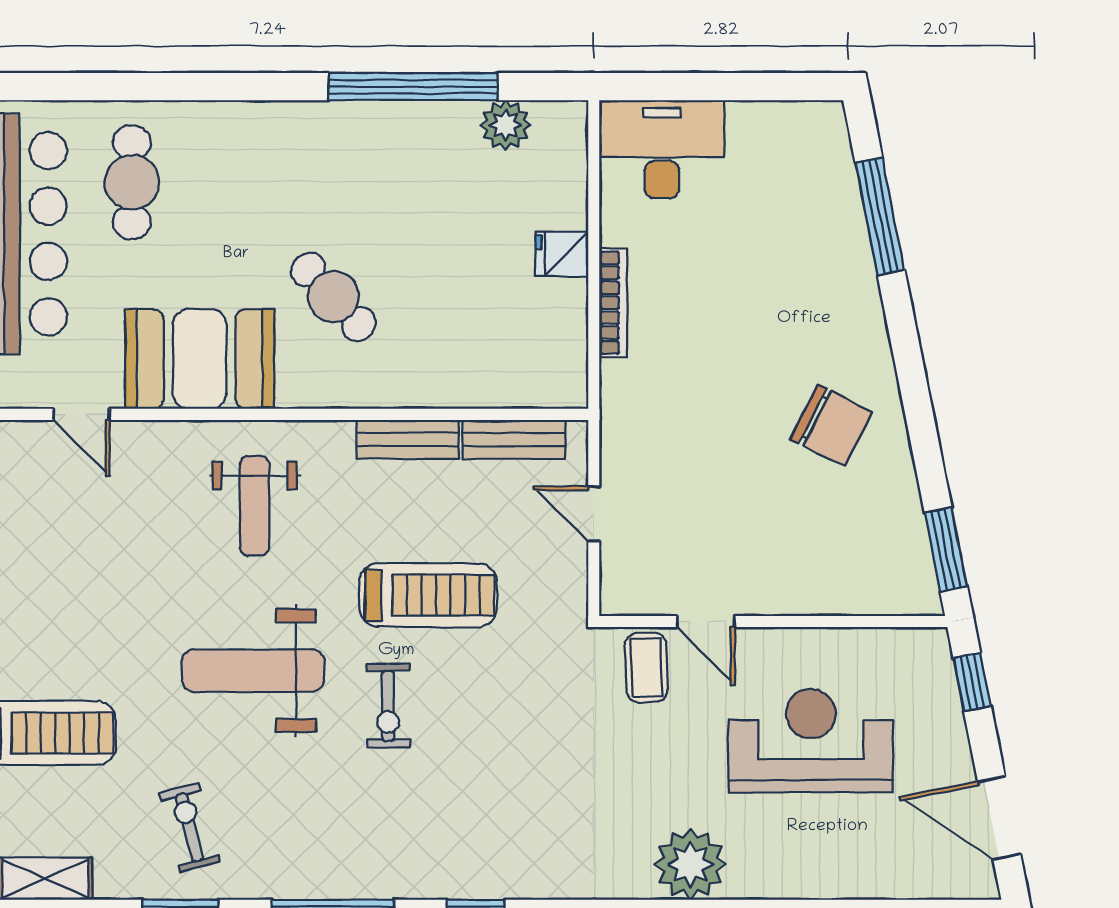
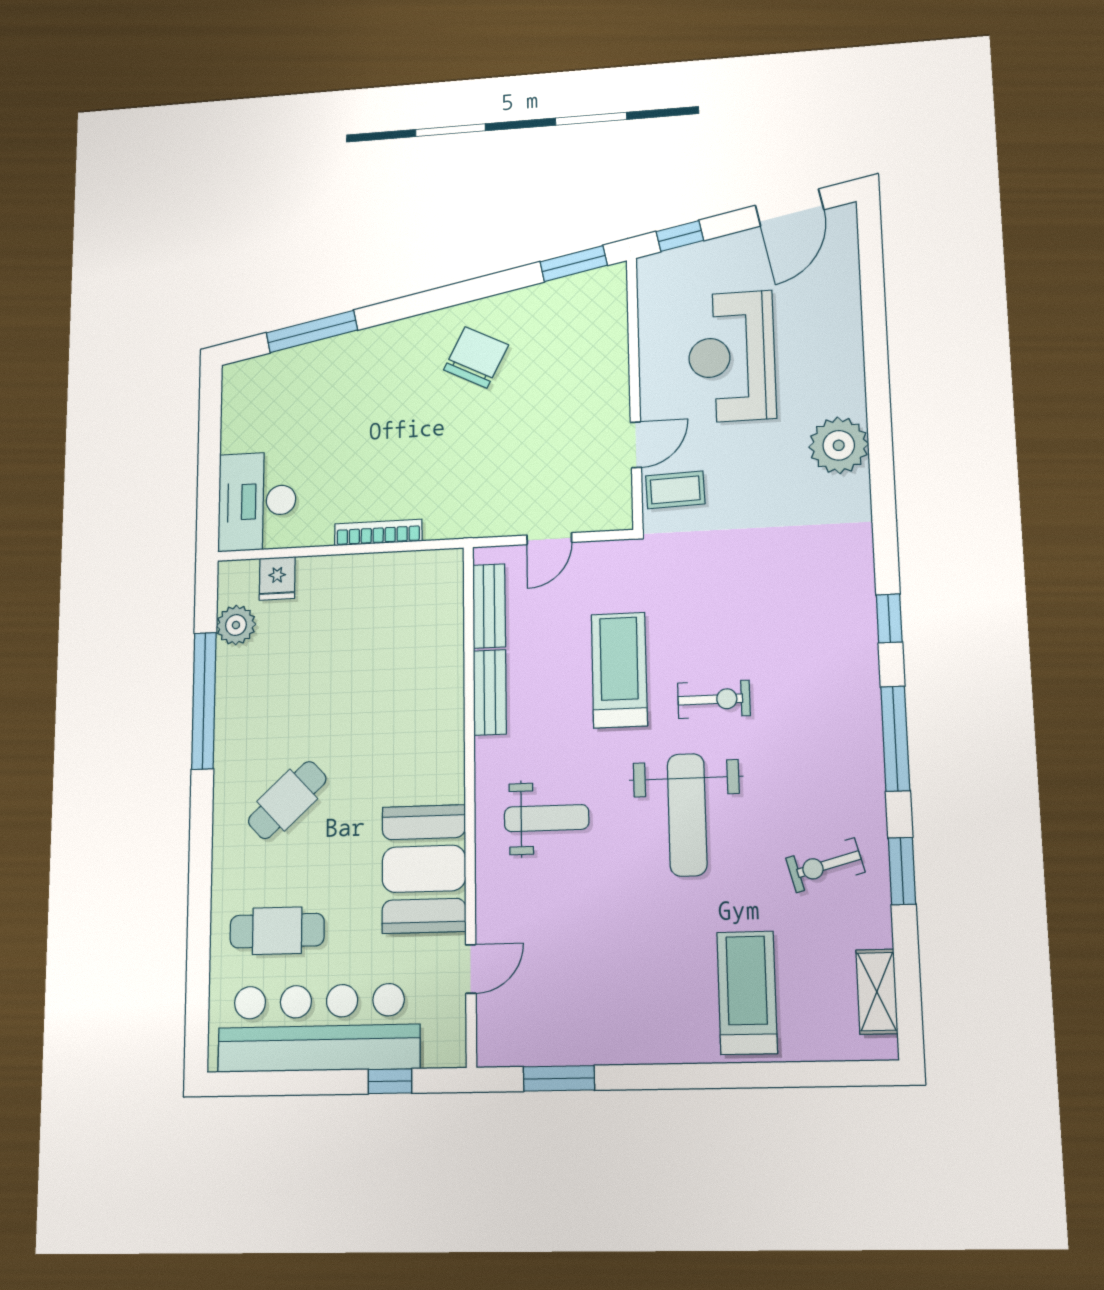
fridge: (562, 254) -> (277, 578), moved
cafe table: (333, 297) -> (287, 800), moved

